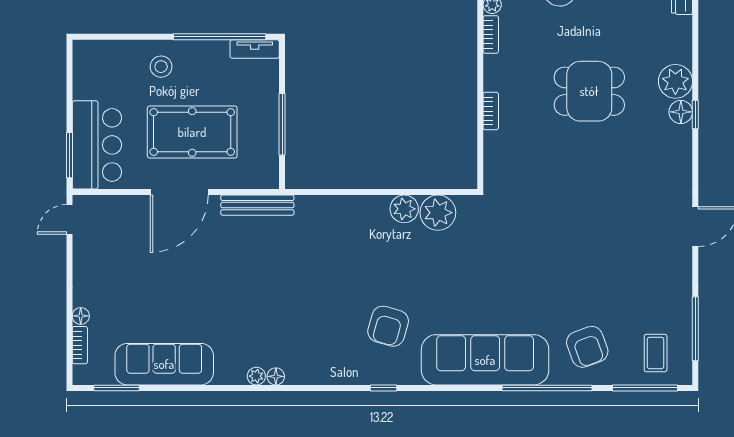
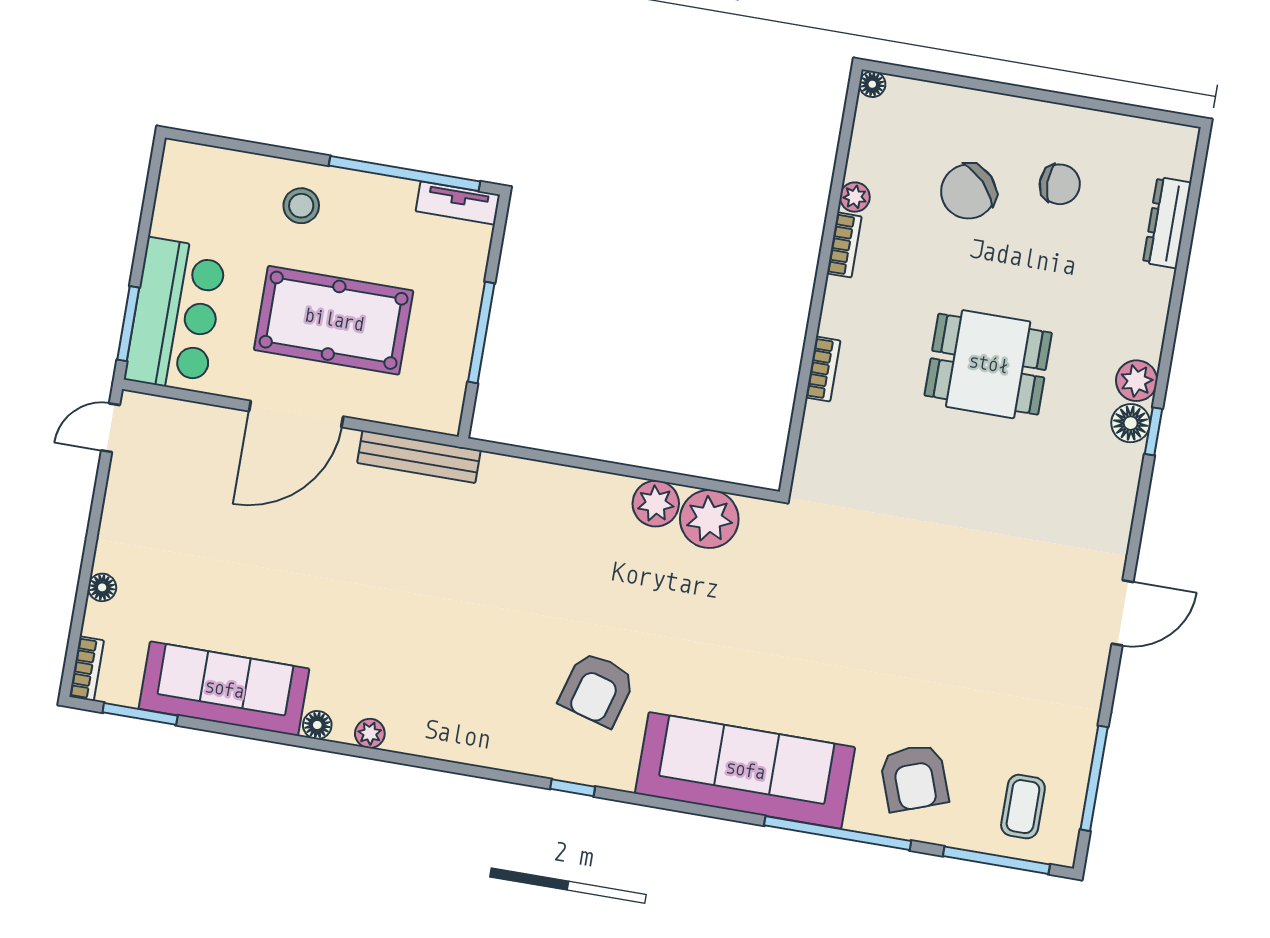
plant: (675, 81) -> (1137, 381), width x0.73, depth x0.73
bookcase: (80, 345) -> (87, 669), moved
floor lamp: (276, 376) -> (317, 725), moved

